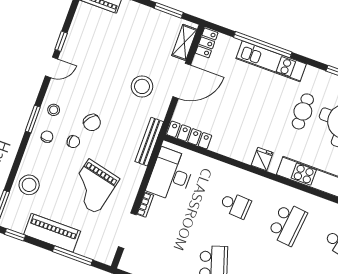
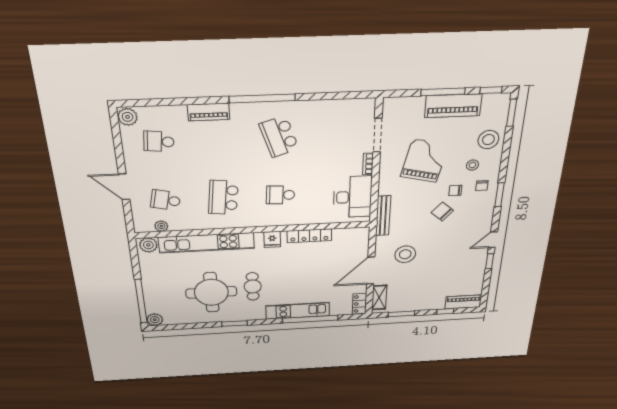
stool: (54, 110) -> (472, 165), moved
locker: (189, 135) -> (309, 236), moved
window: (73, 256) -> (443, 92), moved

